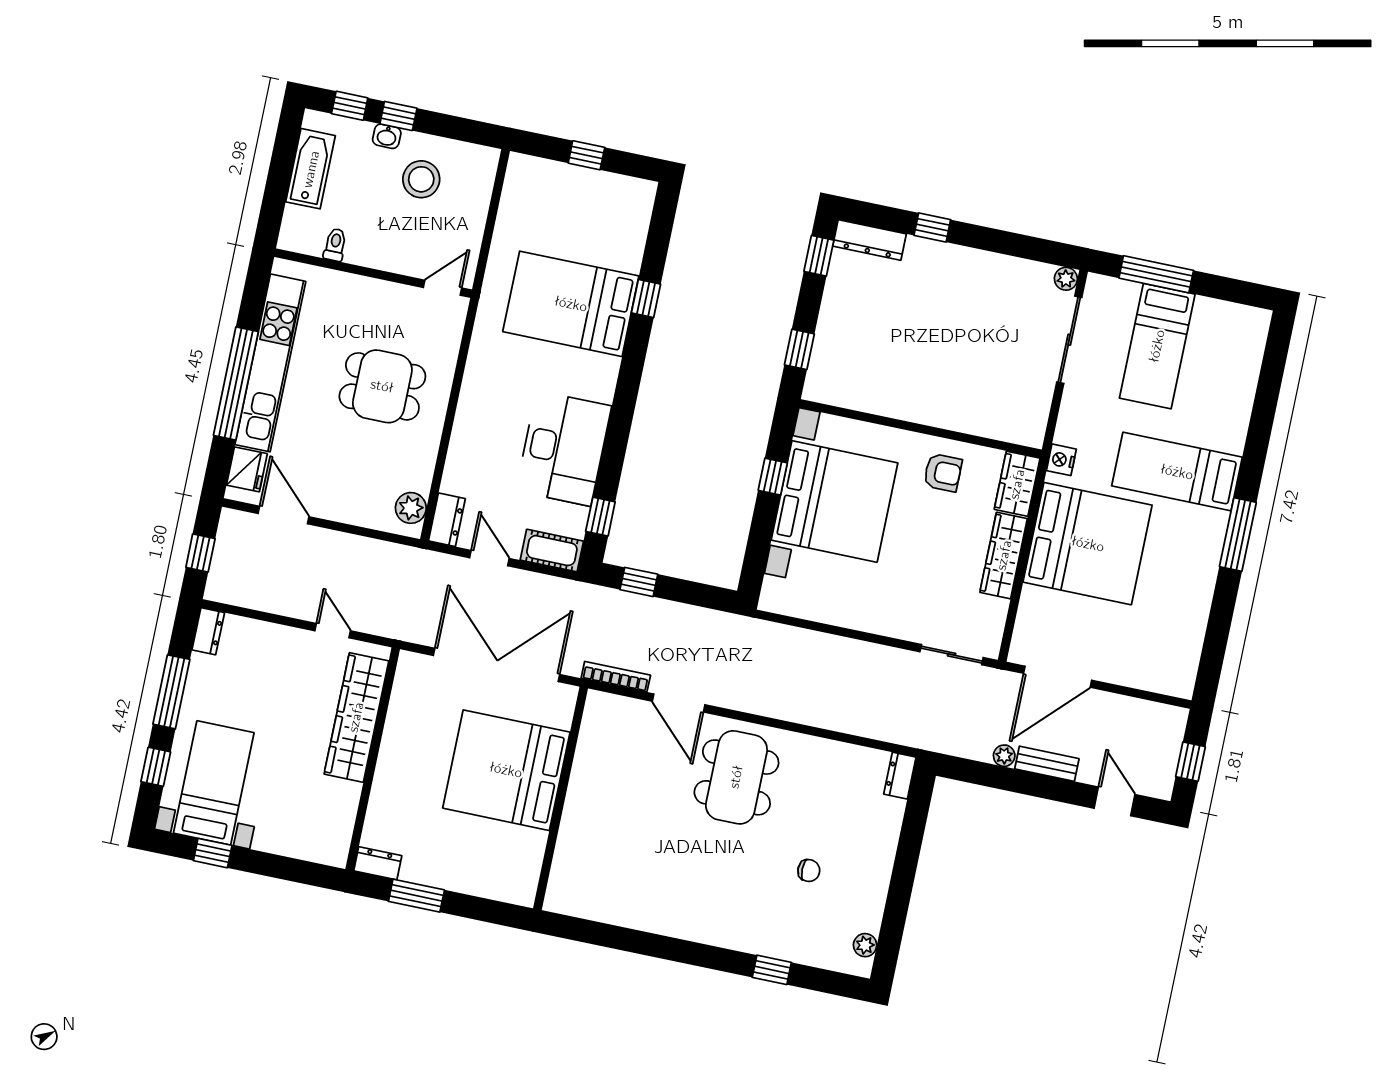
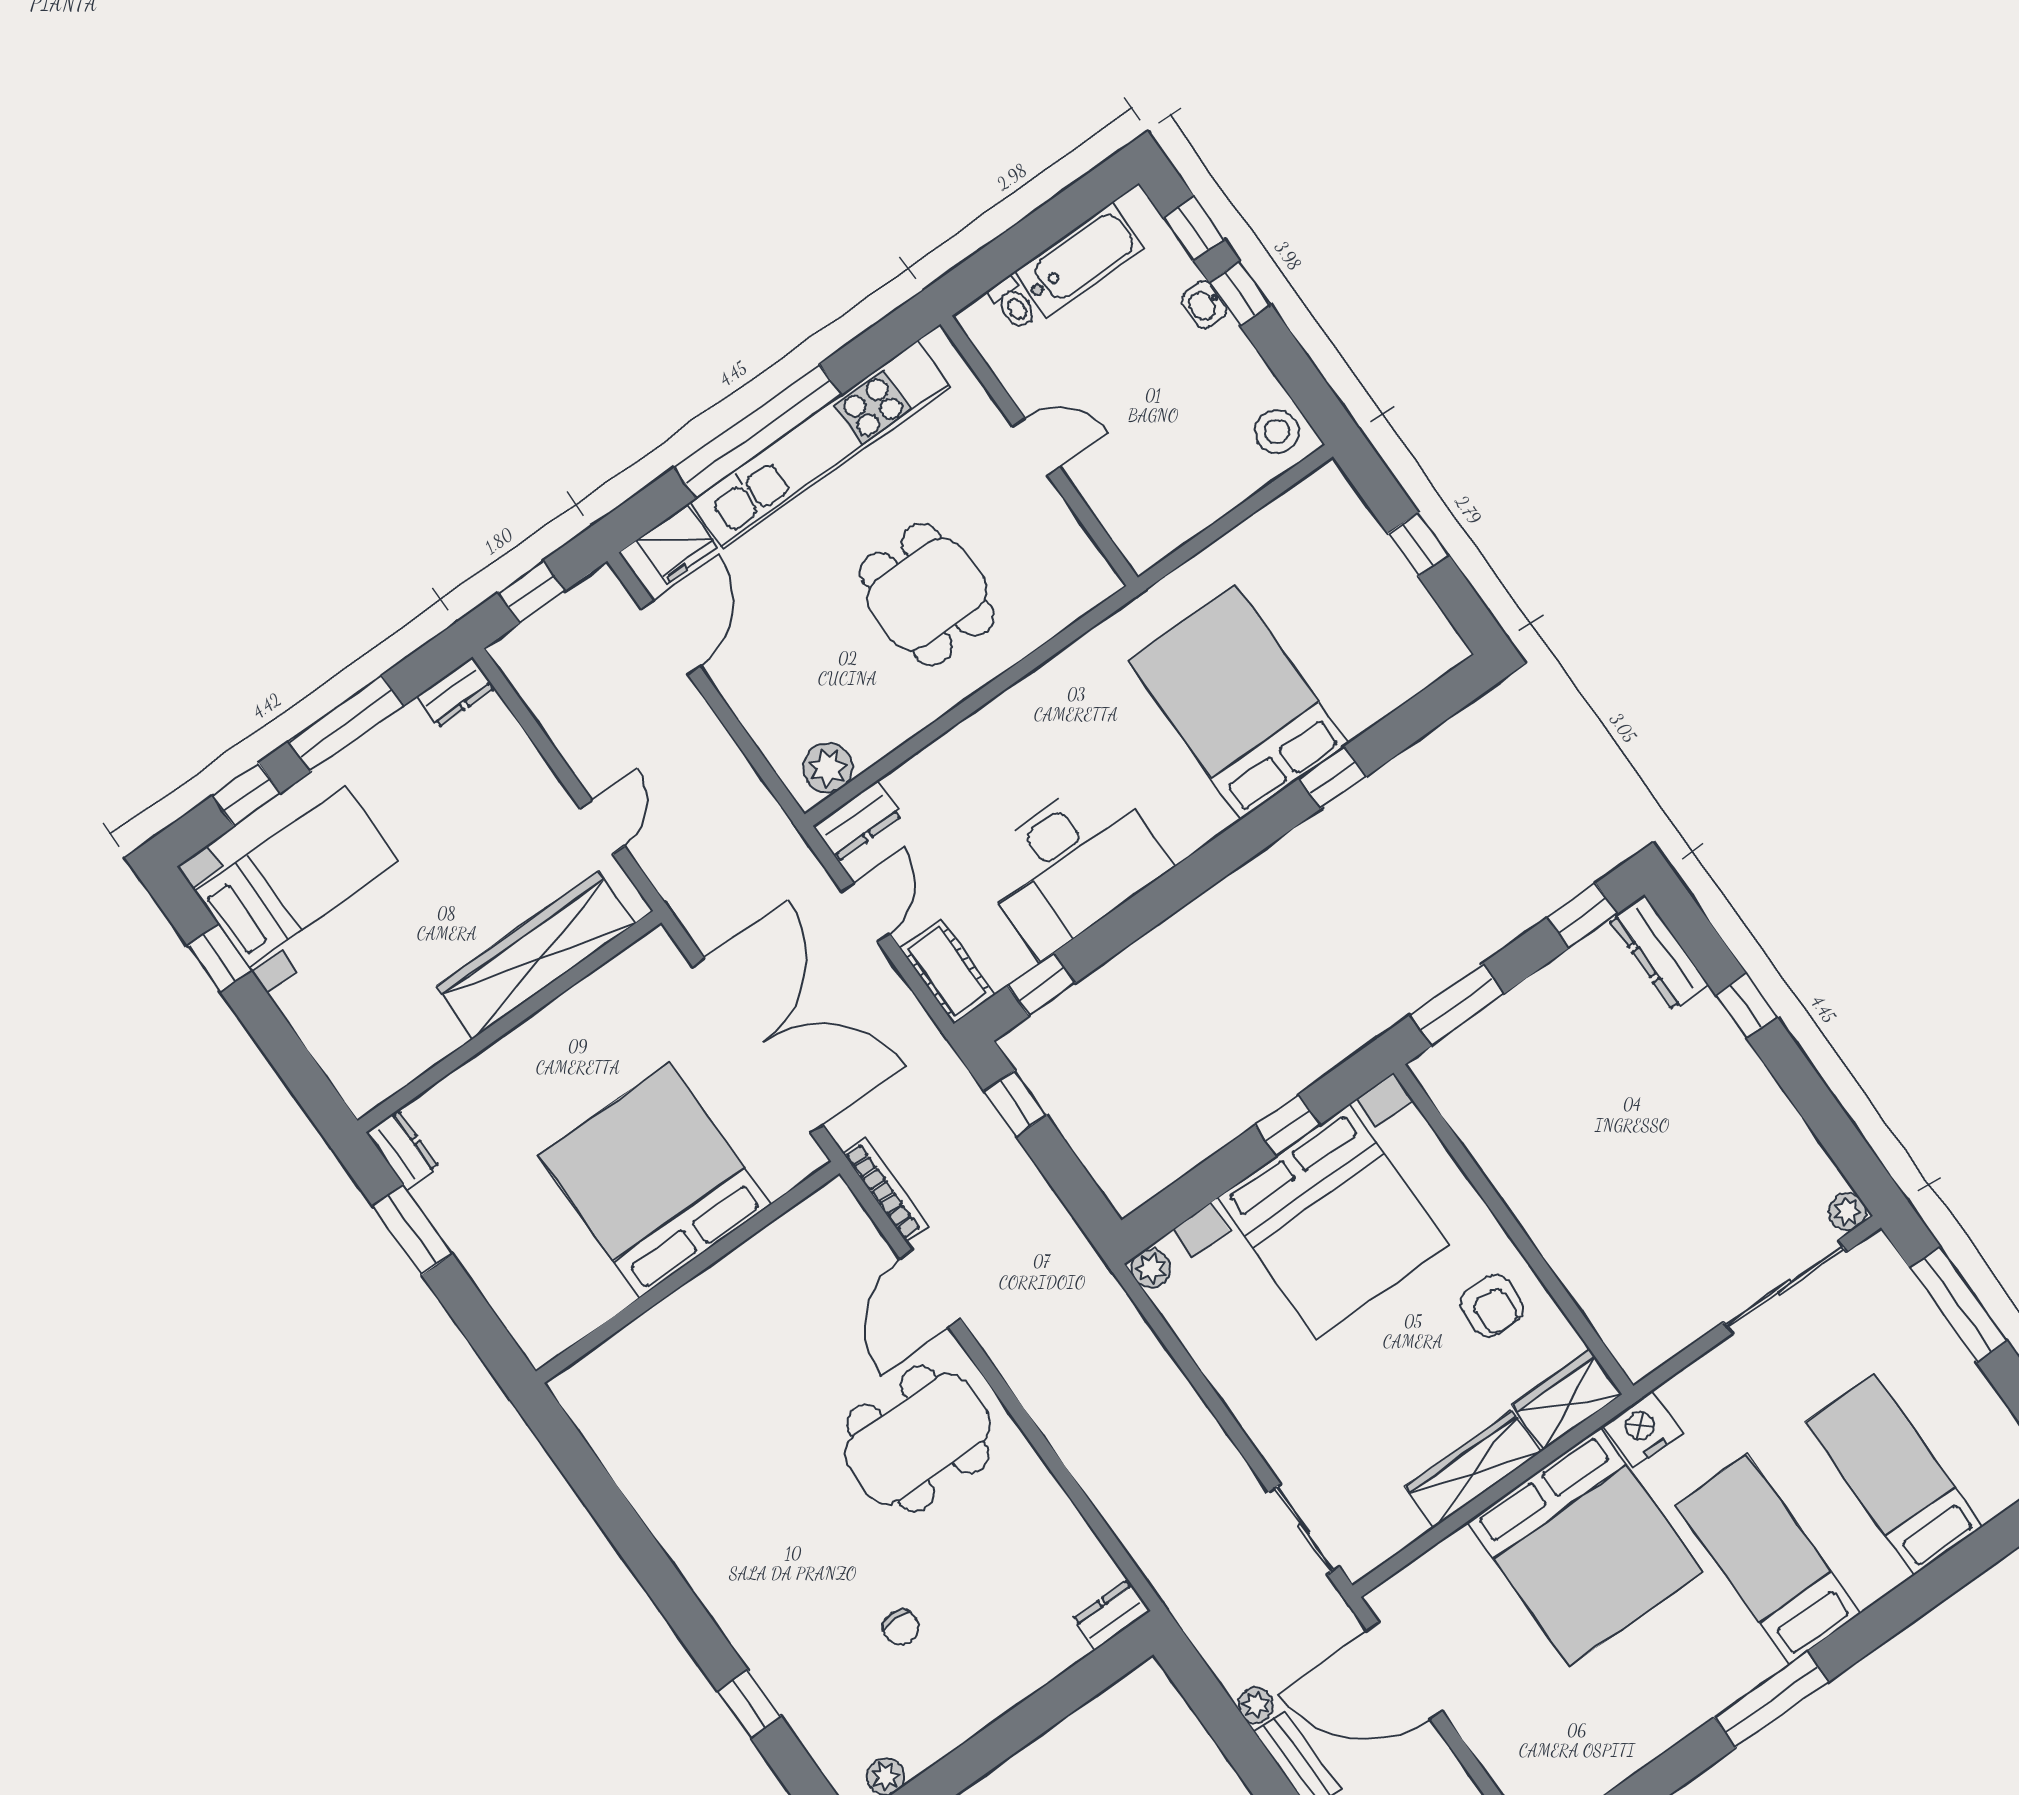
stool: (421, 179) -> (1277, 432), moved, width x0.73, depth x0.73
toilet: (335, 245) -> (1013, 303), moved, turned 90
door: (443, 288) -> (1036, 447), moved
bed: (1157, 346) -> (1894, 1475), moved, turned 90
window: (799, 349) -> (1457, 1004), width x1.50
nightstand: (1061, 460) -> (1642, 1429), width x1.36, depth x1.33
plant: (771, 600) -> (1151, 1268), added

